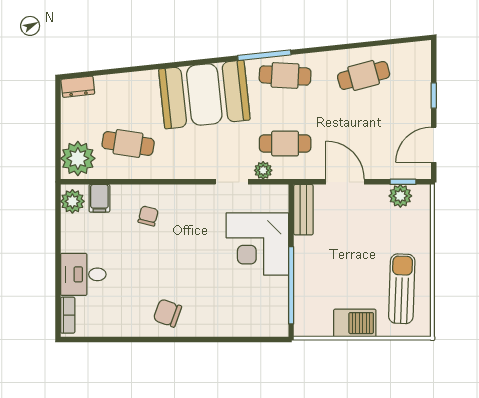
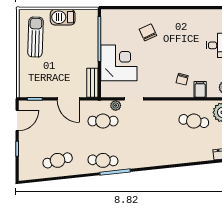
booth: (204, 94) -> (150, 149), removed
plant: (400, 196) -> (36, 91), removed
filing cabinet: (99, 198) -> (200, 89), moved
sun lounger: (402, 289) -> (35, 37), turned 180
chair: (167, 313) -> (148, 32), moved, turned -135

